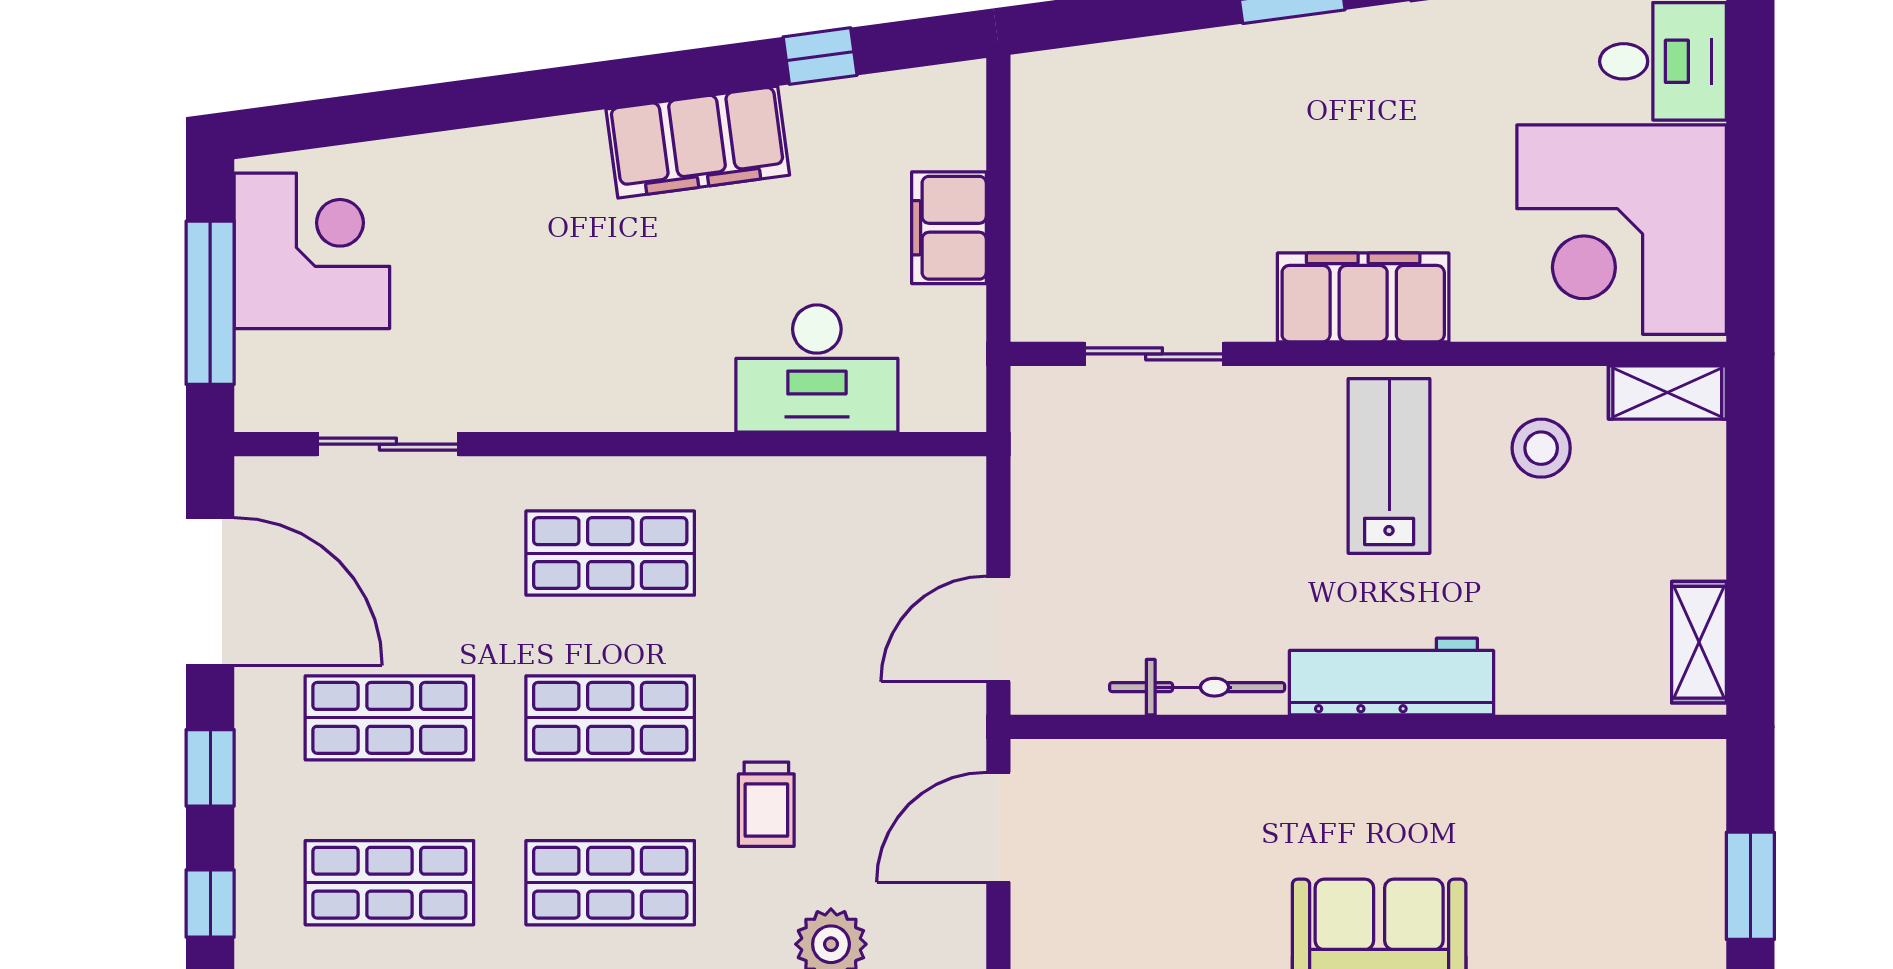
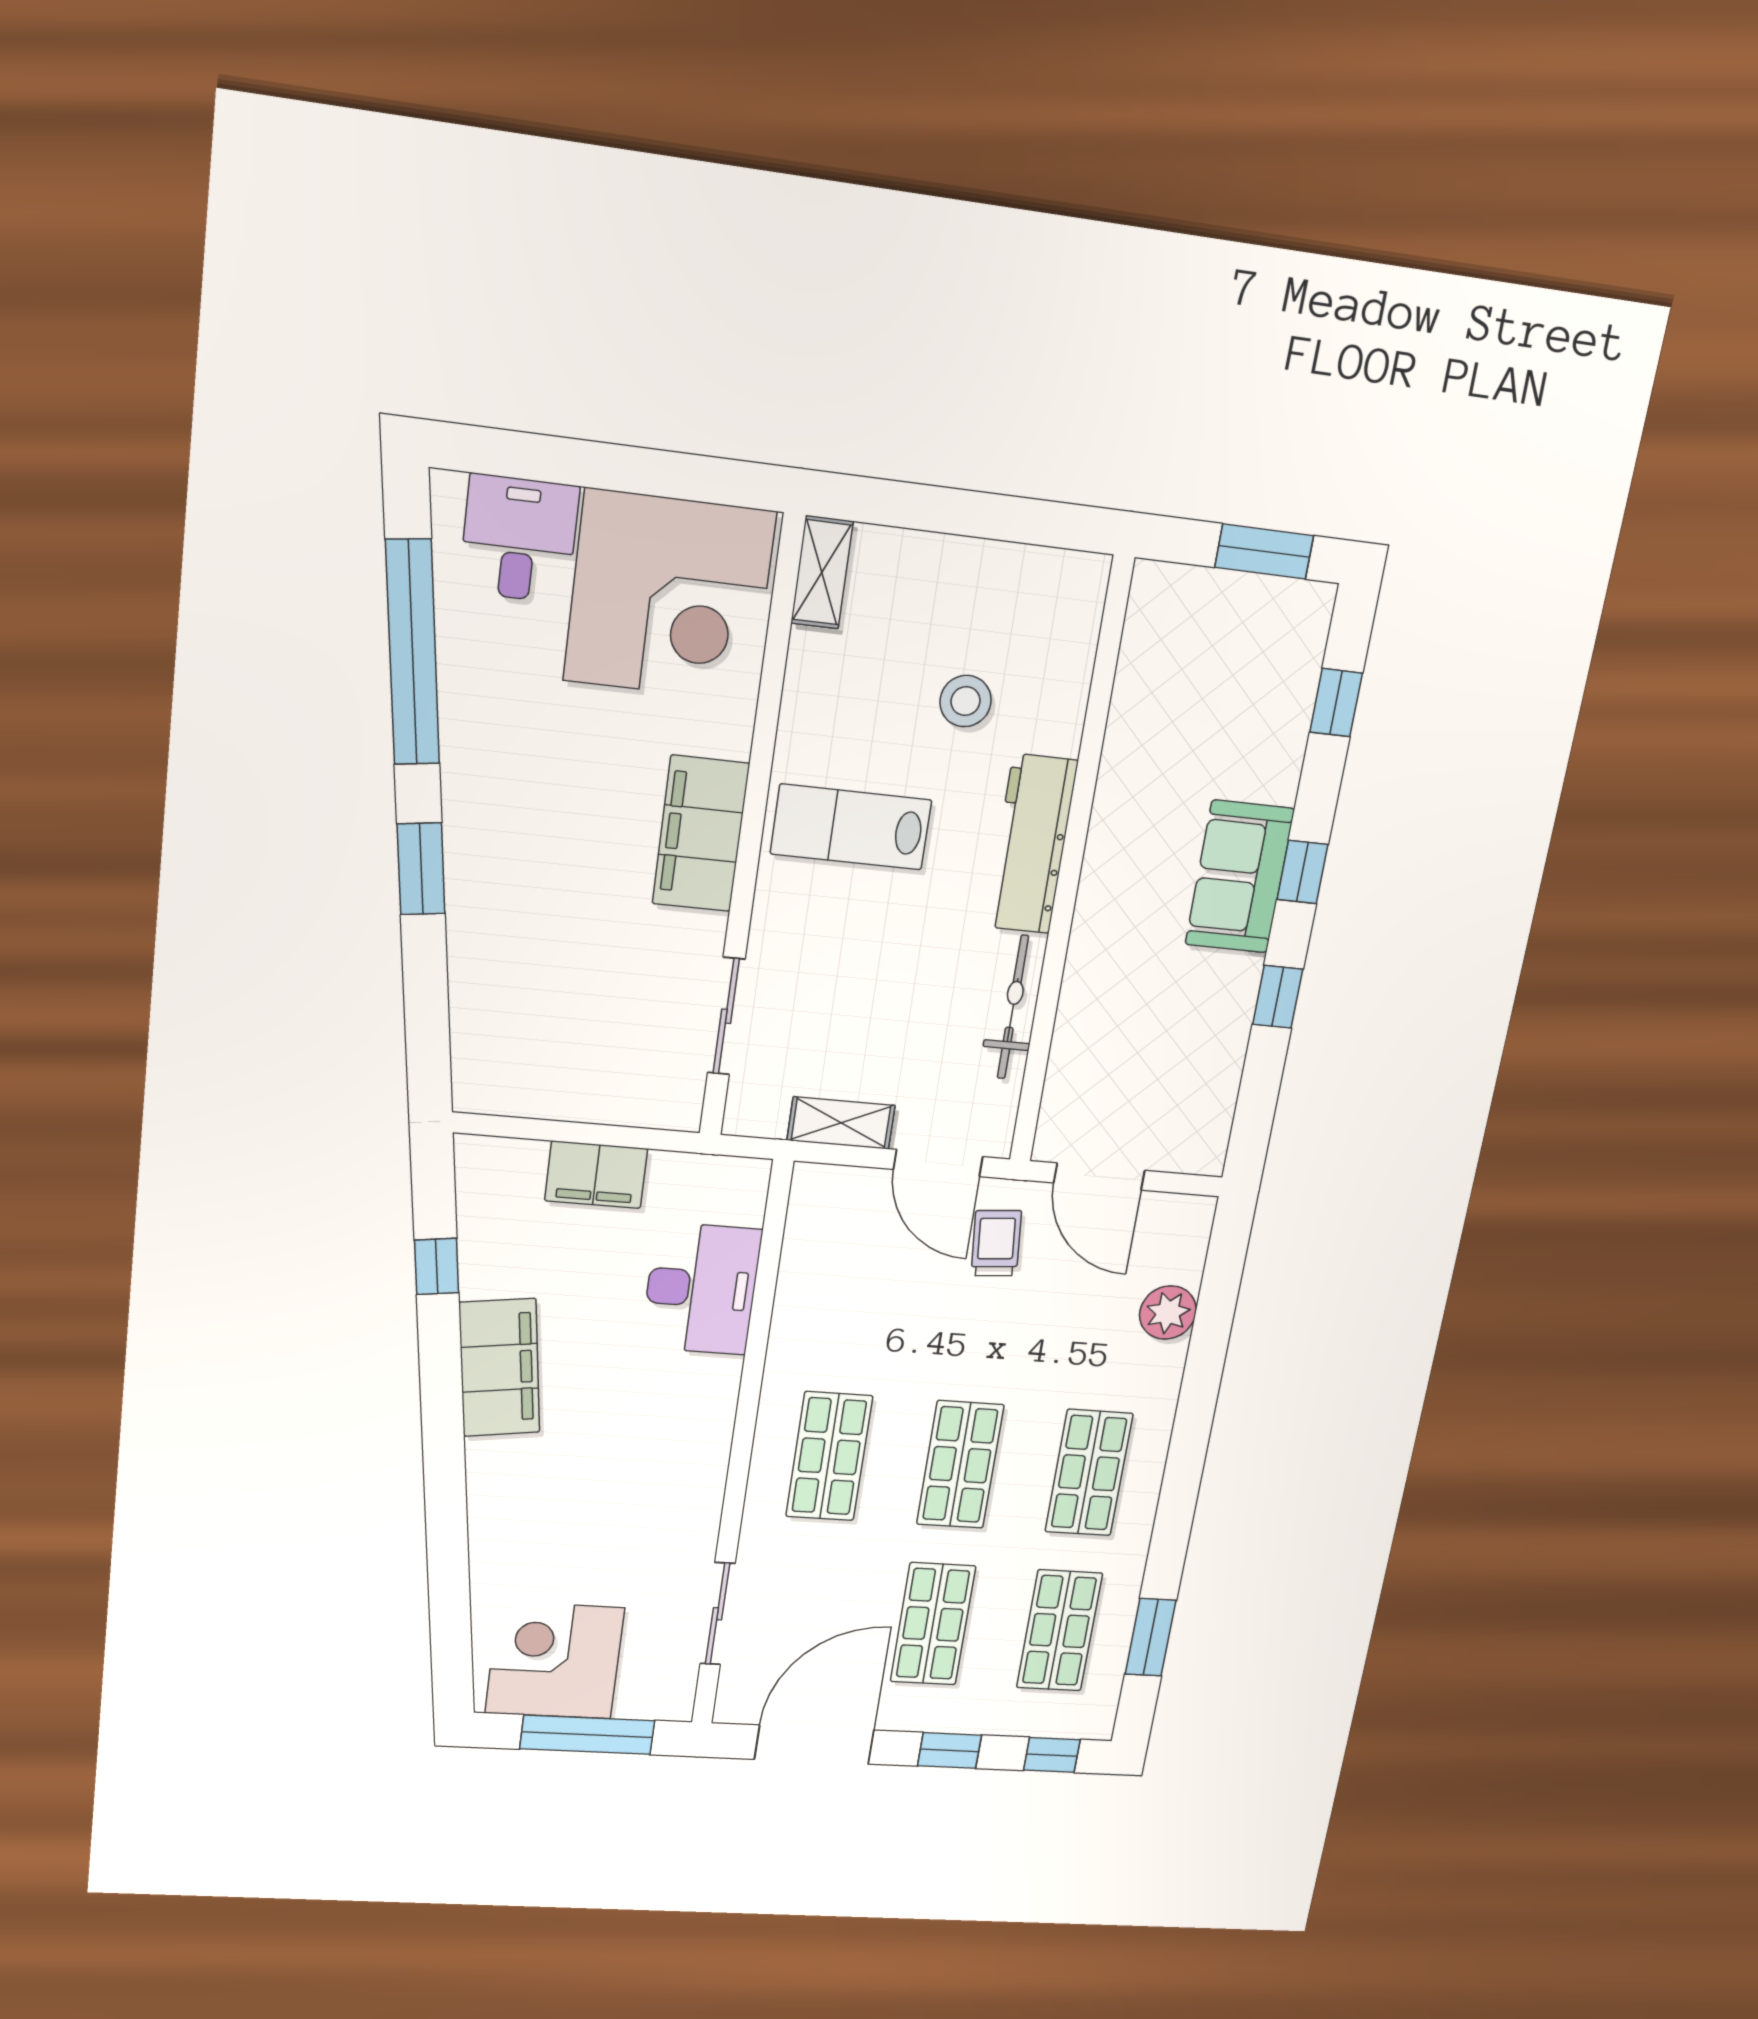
stool: (1541, 448) -> (966, 701), moved
shelving: (1699, 642) -> (841, 1123), moved
trolley: (766, 804) -> (996, 1243), moved, turned -95

